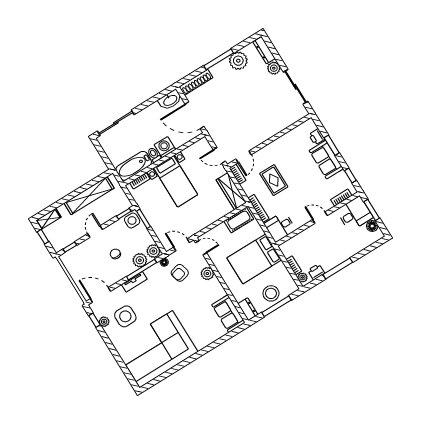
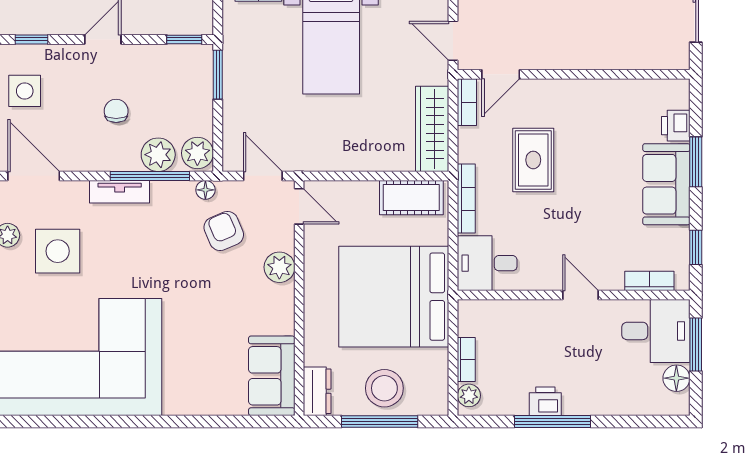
side table: (132, 221) -> (25, 91), moved
bed: (254, 259) -> (394, 297), width x1.36
printer: (316, 272) -> (545, 401), moved
armchair: (180, 273) -> (224, 231), turned 82

